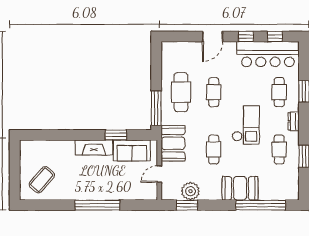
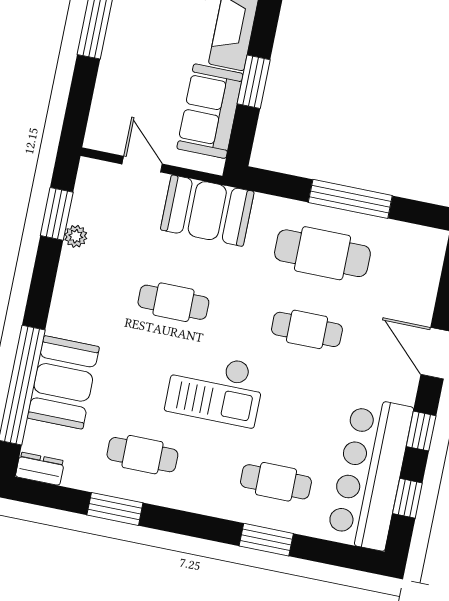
window: (156, 108) -> (350, 199), moved
dresser: (294, 121) -> (40, 469), moved
booth: (240, 188) -> (63, 382), moved
plant: (190, 191) -> (76, 236), width x0.53, depth x0.53

